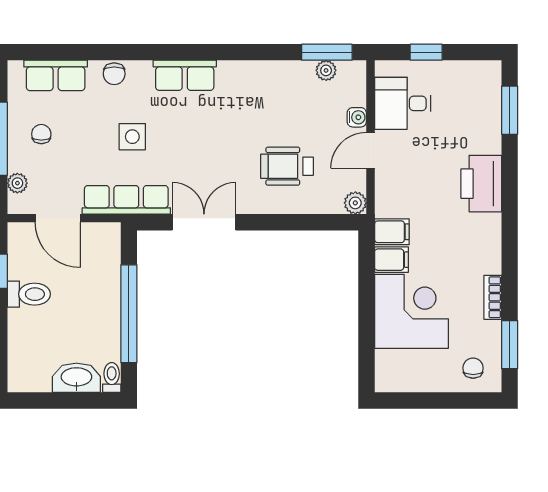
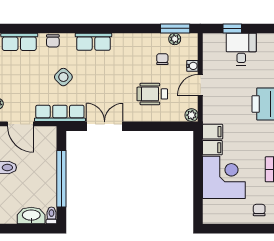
desk: (403, 103) -> (241, 49), moved, turned 90
chair: (41, 134) -> (162, 59), moved
side table: (132, 137) -> (63, 77), turned 45

